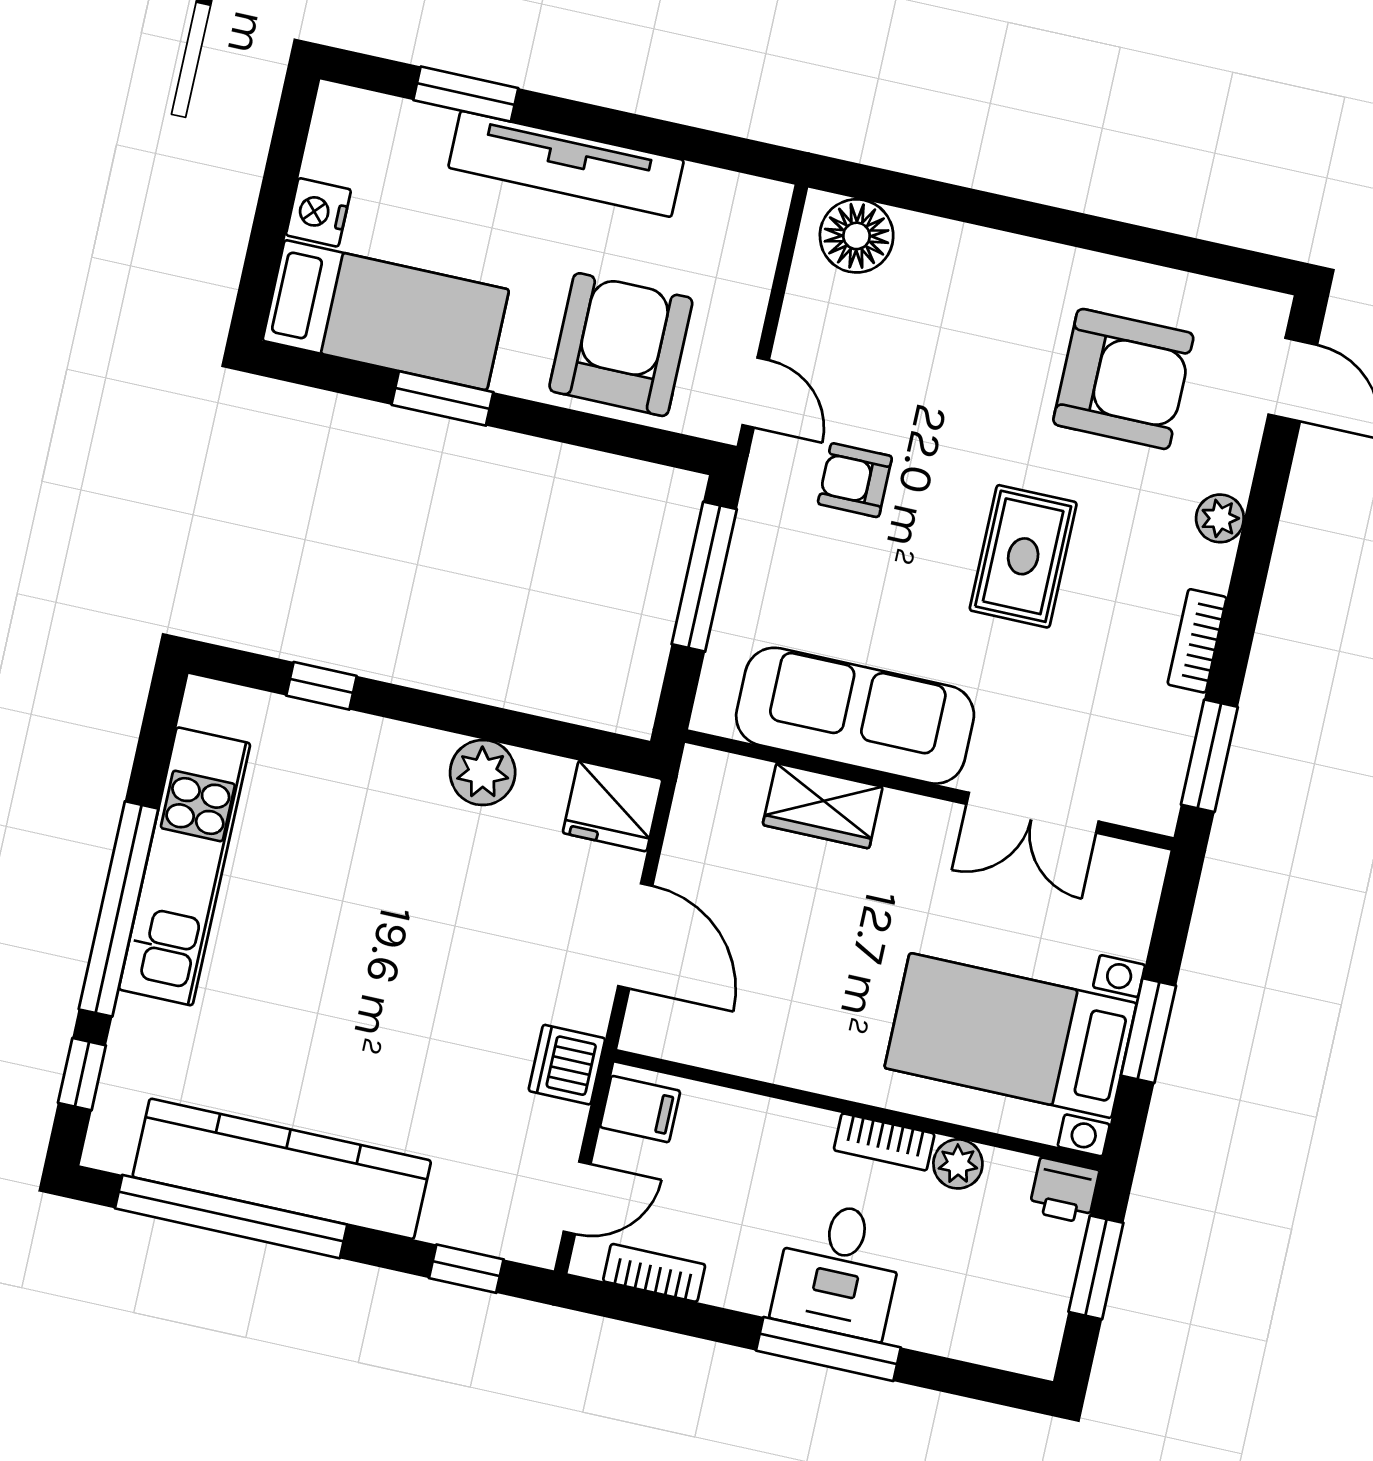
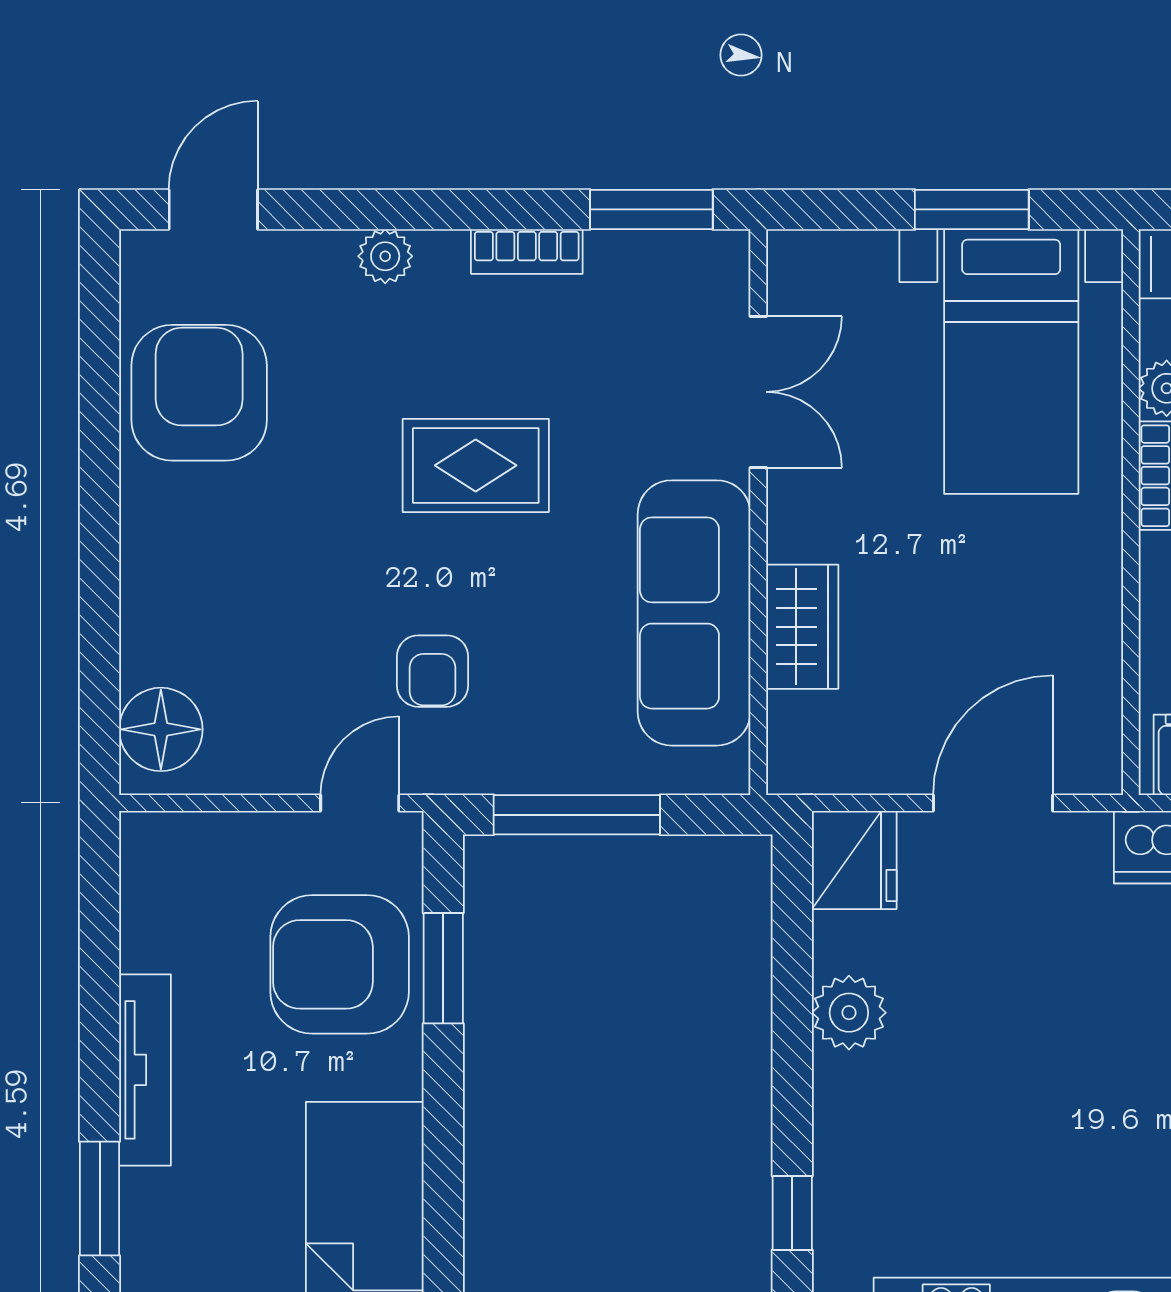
tv unit: (566, 164) -> (145, 1070), width x0.73, depth x0.78
armchair: (1123, 379) -> (199, 393), moved
window: (442, 398) -> (443, 968), moved

